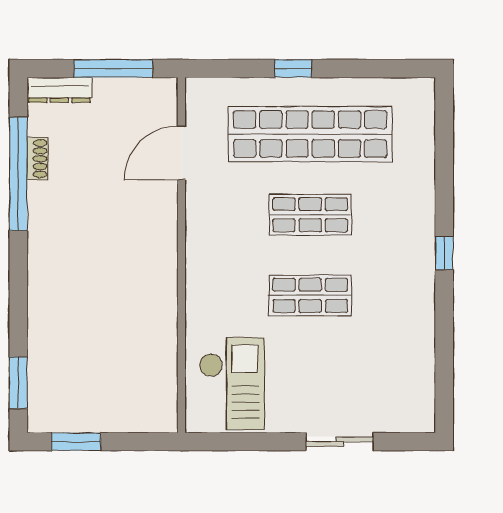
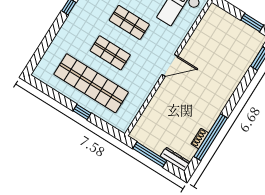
door: (181, 153) -> (170, 65), moved

